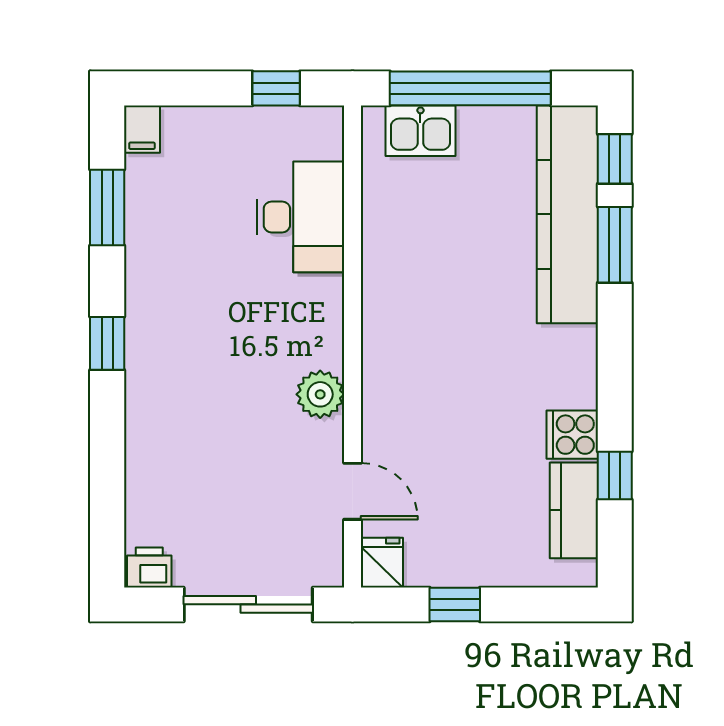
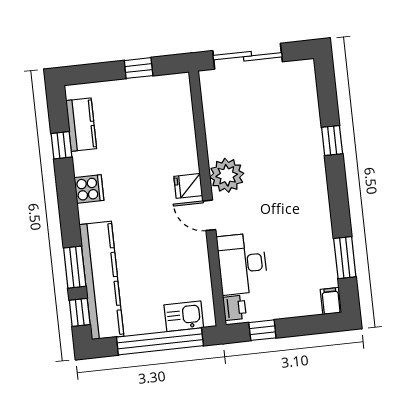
window: (107, 343) -> (332, 140), moved
plant: (320, 394) -> (227, 175), width x1.36, depth x1.36
cooker: (572, 435) -> (89, 189), moved
door: (352, 491) -> (209, 215), moved
fridge: (382, 563) -> (188, 186), moved, turned 90
printer: (149, 567) -> (234, 308), moved, turned -90

